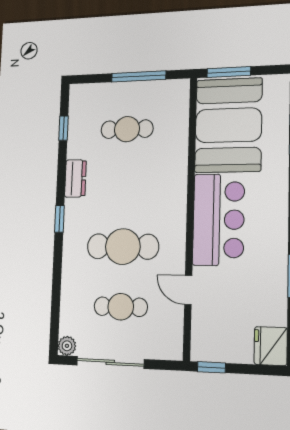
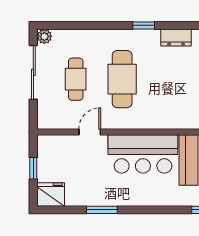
window: (211, 367) -> (33, 168), moved

